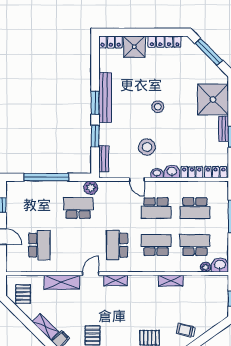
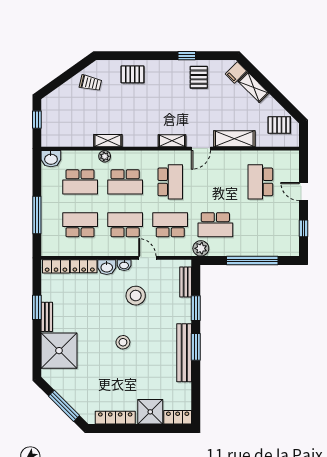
school desk: (117, 208) -> (170, 225), added
plant: (206, 267) -> (105, 156), moved
pallet: (23, 294) -> (279, 125), turned 90

